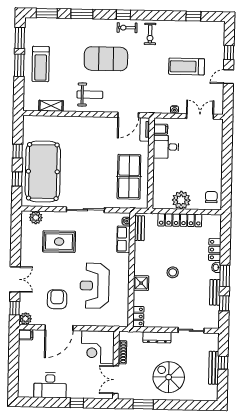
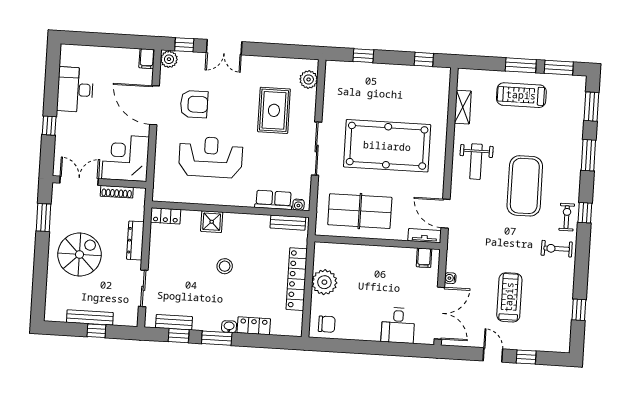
double door: (200, 116) -> (439, 313), width x1.37
desk: (166, 147) -> (398, 325), moved, turned 180
window: (18, 151) -> (424, 59), moved
pool table: (43, 172) -> (387, 146), moved
bench: (215, 292) -> (174, 322), moved

